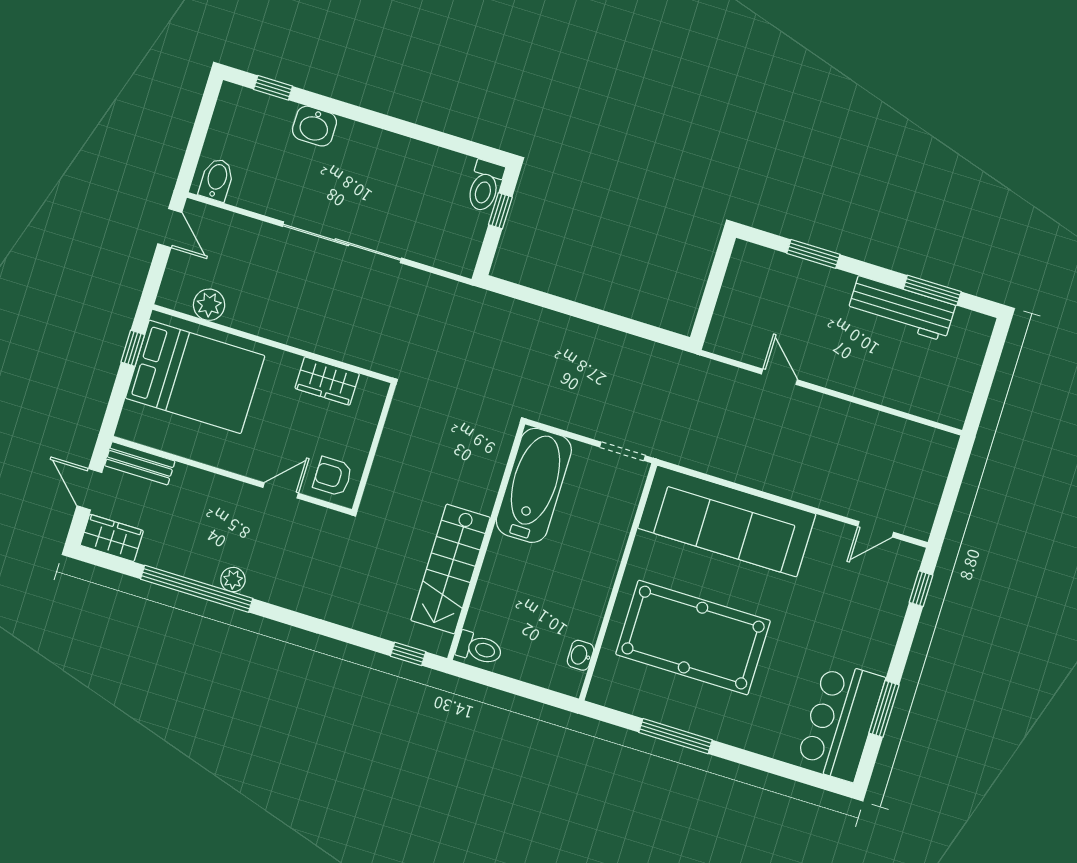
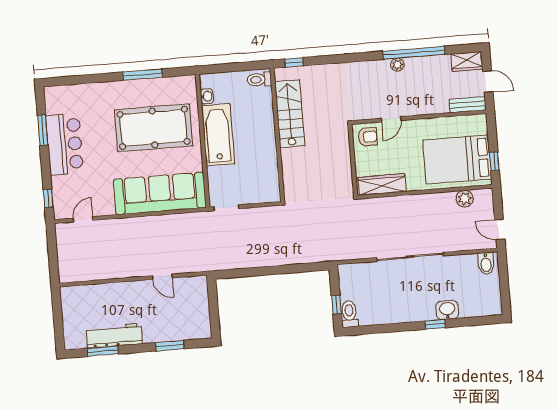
window: (273, 88) -> (435, 324), moved
wardrobe: (327, 381) -> (382, 184), width x1.50
bathtub: (534, 485) -> (218, 135), moved, turned 180
bar counter: (840, 721) -> (65, 144), moved

